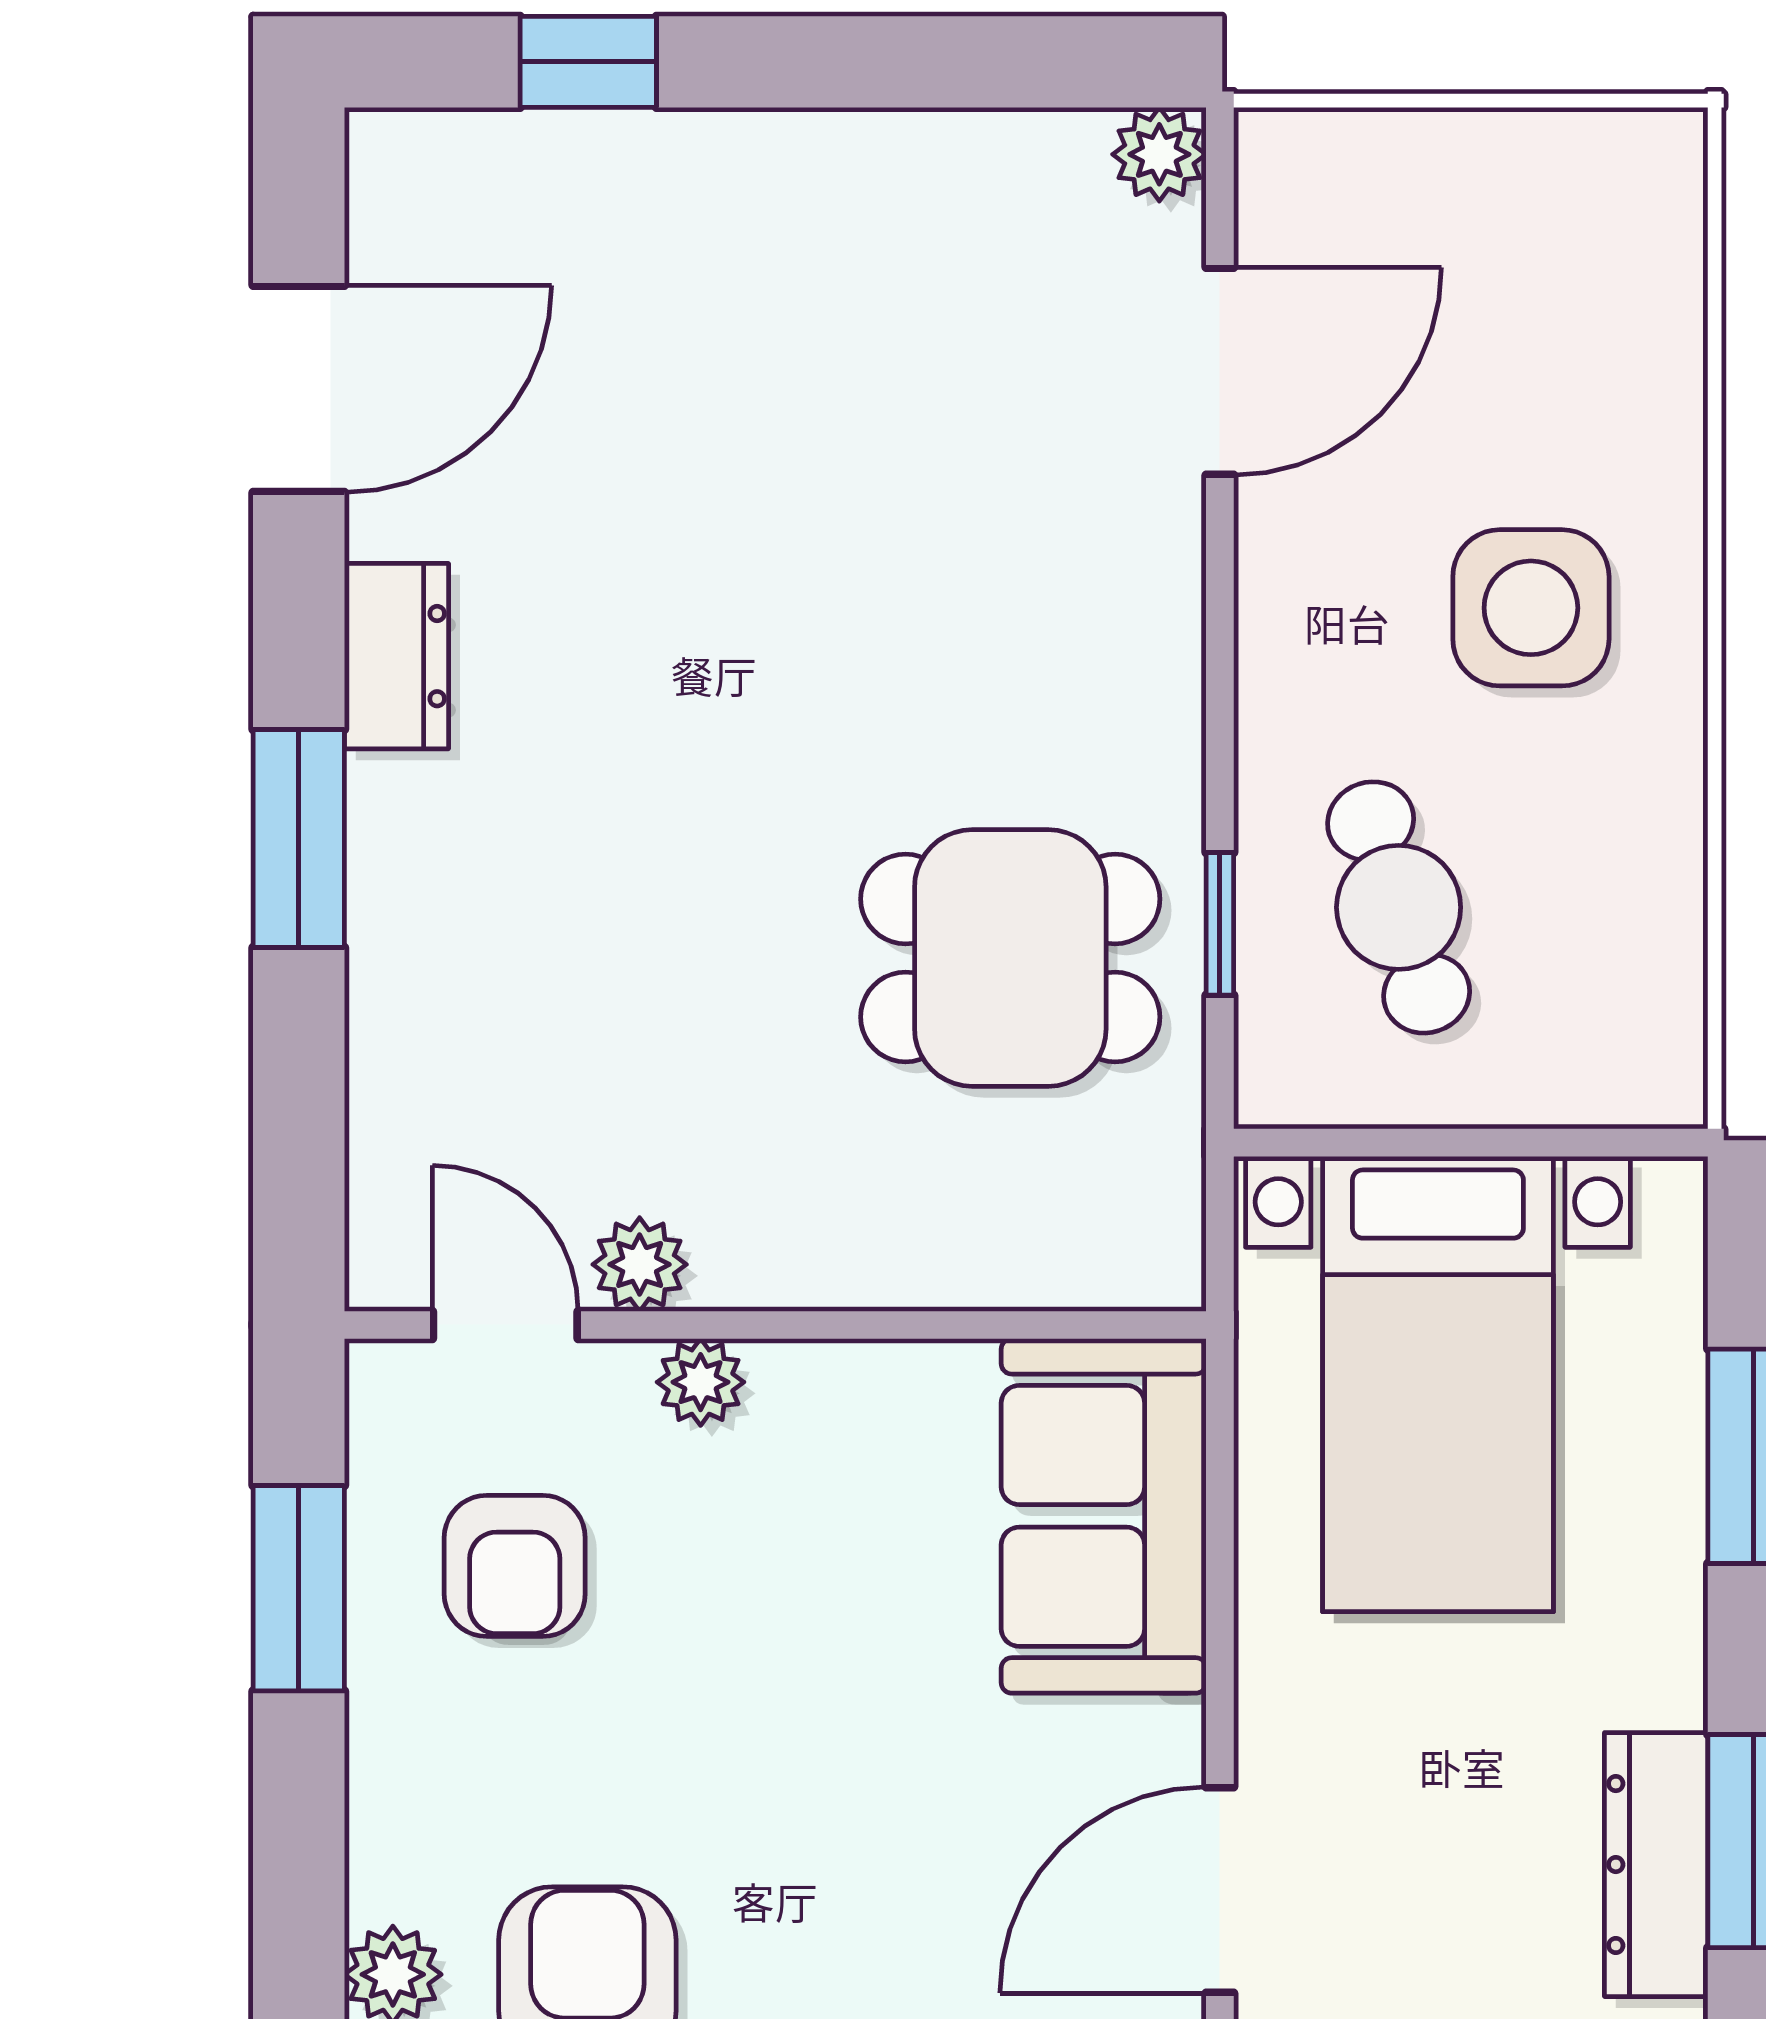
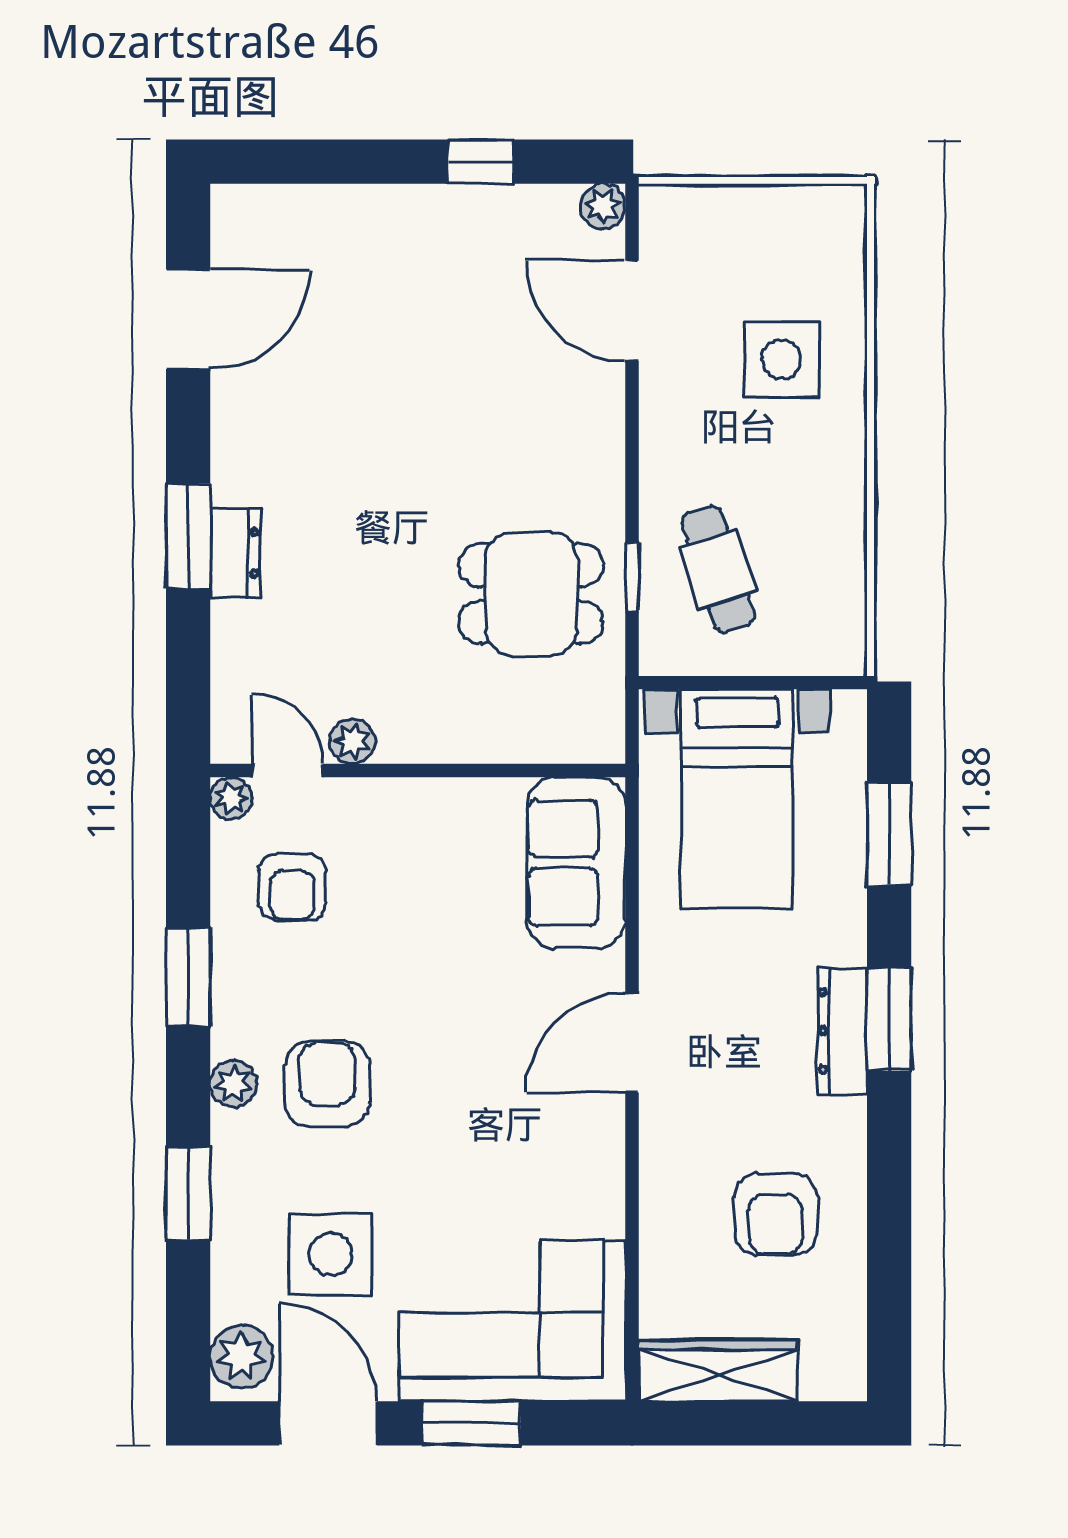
window: (588, 62) -> (481, 162), moved
door: (1220, 371) -> (632, 311), swing flipped
side table: (1531, 608) -> (782, 359), moved
dresser: (396, 656) -> (235, 553), moved
plant: (701, 1382) -> (231, 798), moved
window: (299, 1588) -> (188, 977), moved

